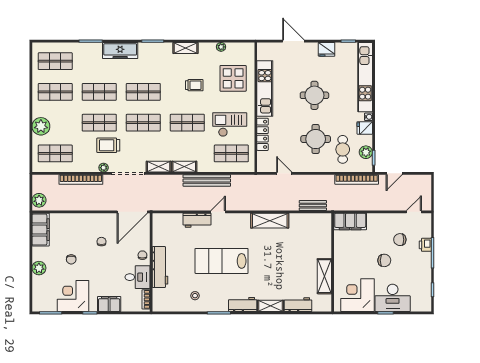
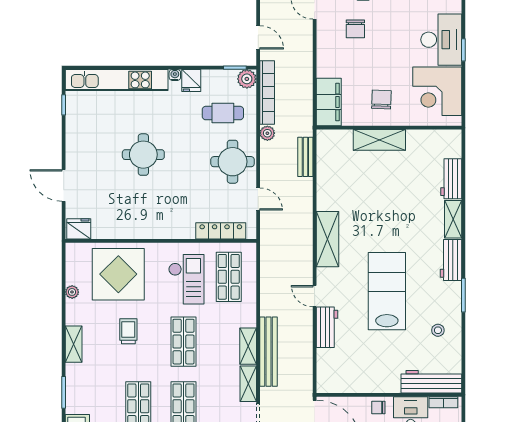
door: (293, 41) -> (64, 185), hinge flipped
fridge: (327, 49) -> (79, 229), moved, turned -90
display table: (233, 78) -> (118, 274), width x1.36, depth x1.36
kitchen unit: (265, 88) -> (133, 228), removed
checkout: (230, 125) -> (186, 279), turned 180
locker: (263, 134) -> (221, 231), moved
round table: (316, 139) -> (233, 162), moved
plant: (366, 152) -> (247, 79), moved
door: (284, 173) -> (258, 199), swing flipped
bench: (207, 180) -> (269, 352), moved
plant: (329, 180) -> (267, 133), added
shelving: (270, 221) -> (328, 239), moved
chair: (384, 260) -> (381, 100), moved
lab bench: (222, 261) -> (387, 291), turned 180
workbench: (160, 267) -> (431, 382), moved
shelving: (324, 276) -> (379, 140), moved

